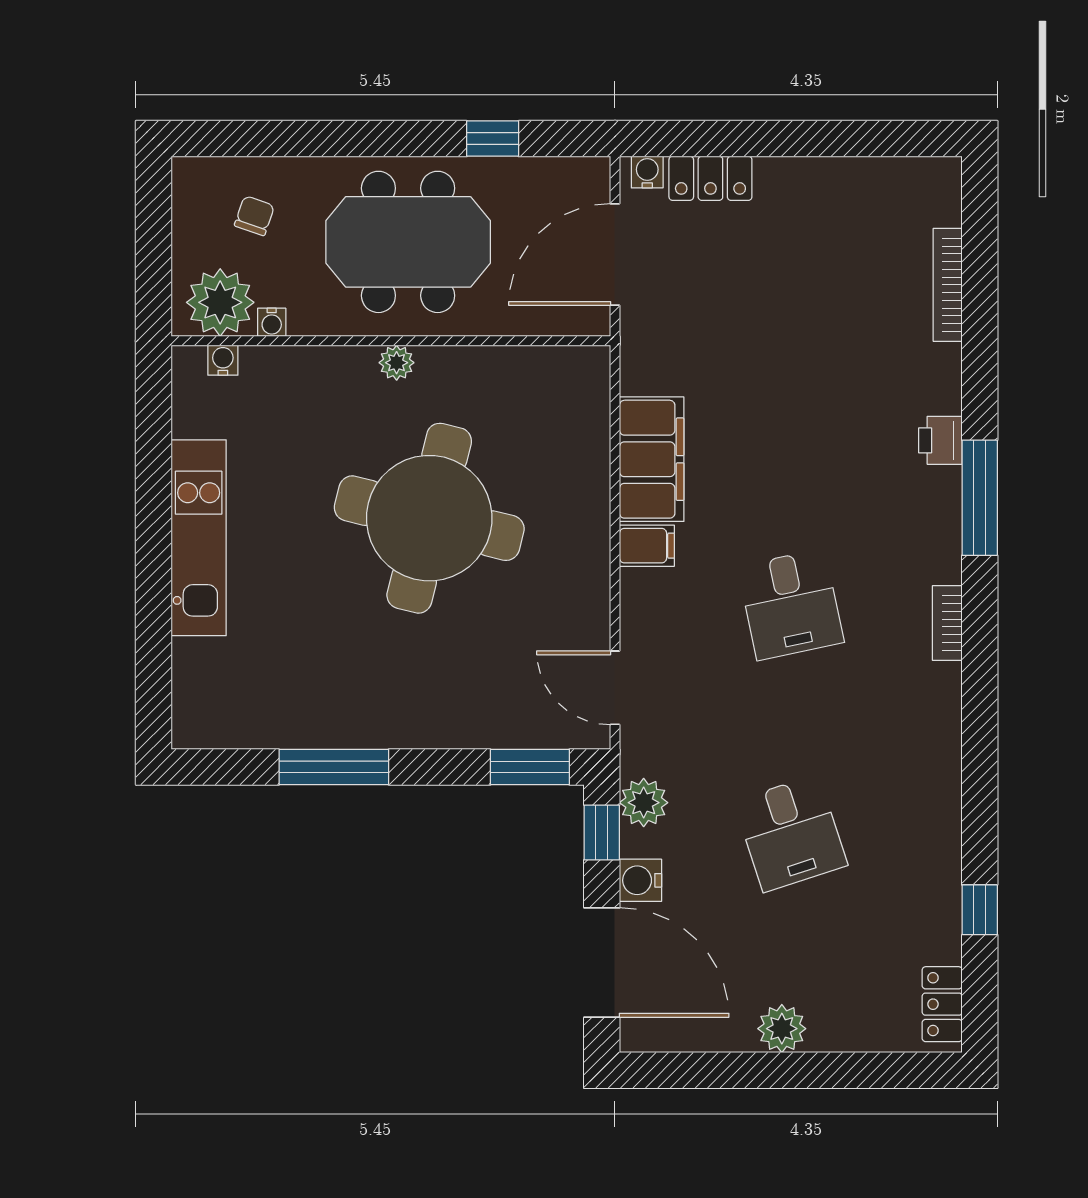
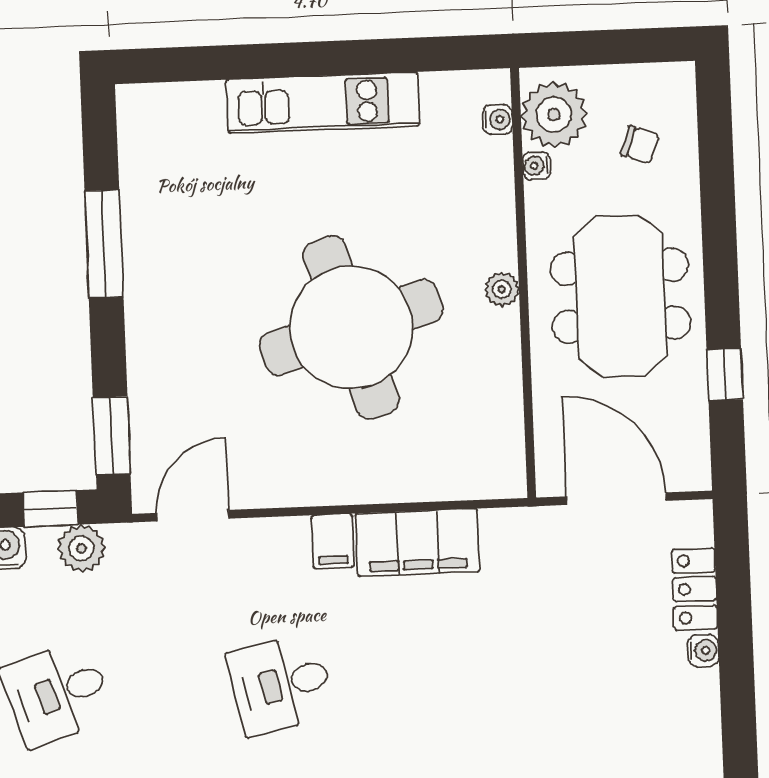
water cooler: (647, 172) -> (703, 651), moved
round table: (429, 518) -> (351, 327), turned -31

